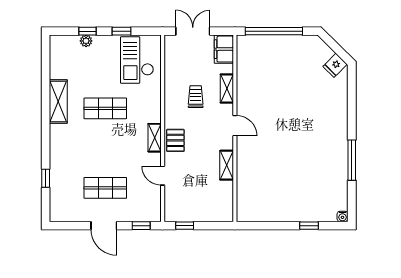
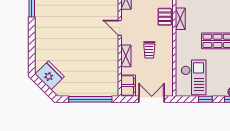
double door: (193, 31) -> (152, 99), swing flipped
fridge: (335, 65) -> (50, 75), width x1.88, depth x1.34

